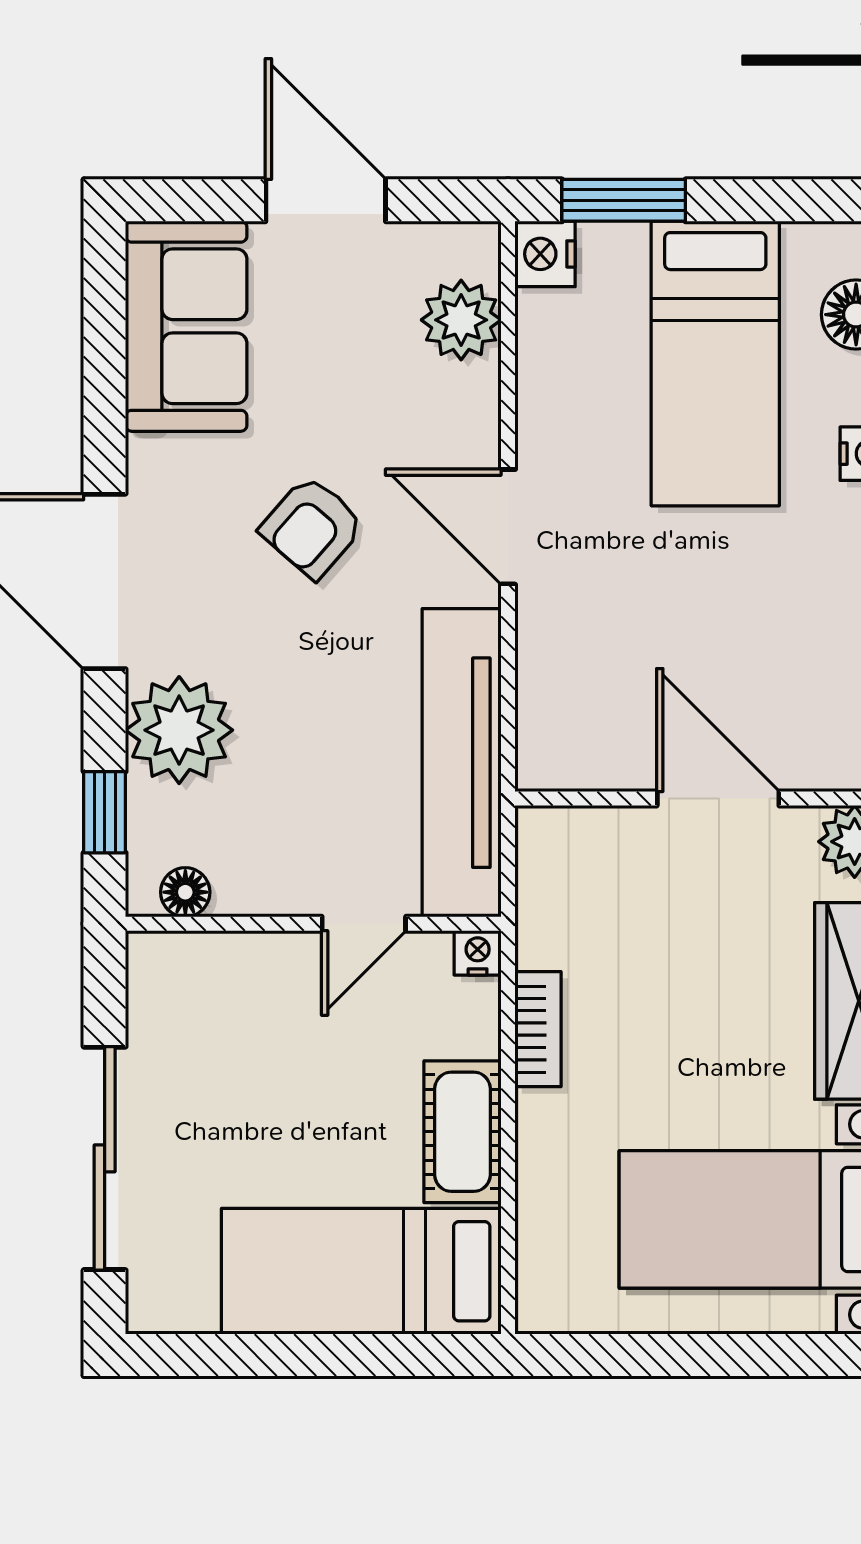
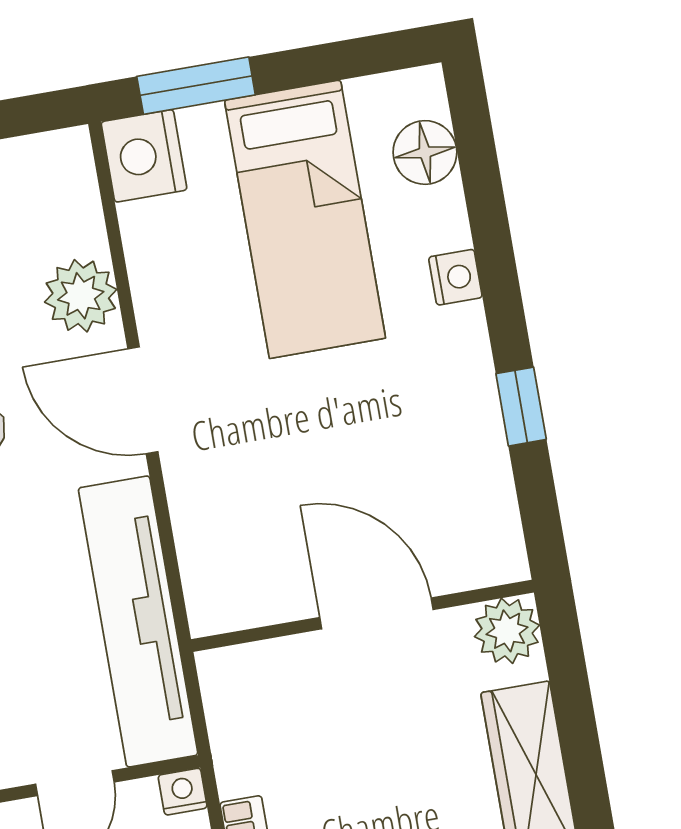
nightstand: (545, 254) -> (144, 156), width x1.36, depth x1.33
plant: (461, 320) -> (81, 296), moved

